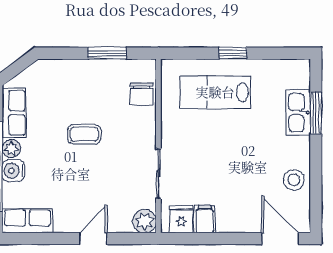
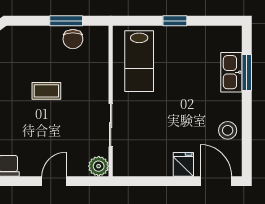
lab bench: (215, 92) -> (139, 61), moved, turned -90
chair: (142, 94) -> (73, 39), moved
fridge: (181, 219) -> (183, 164), moved
filing cabinet: (205, 219) -> (151, 164), removed

